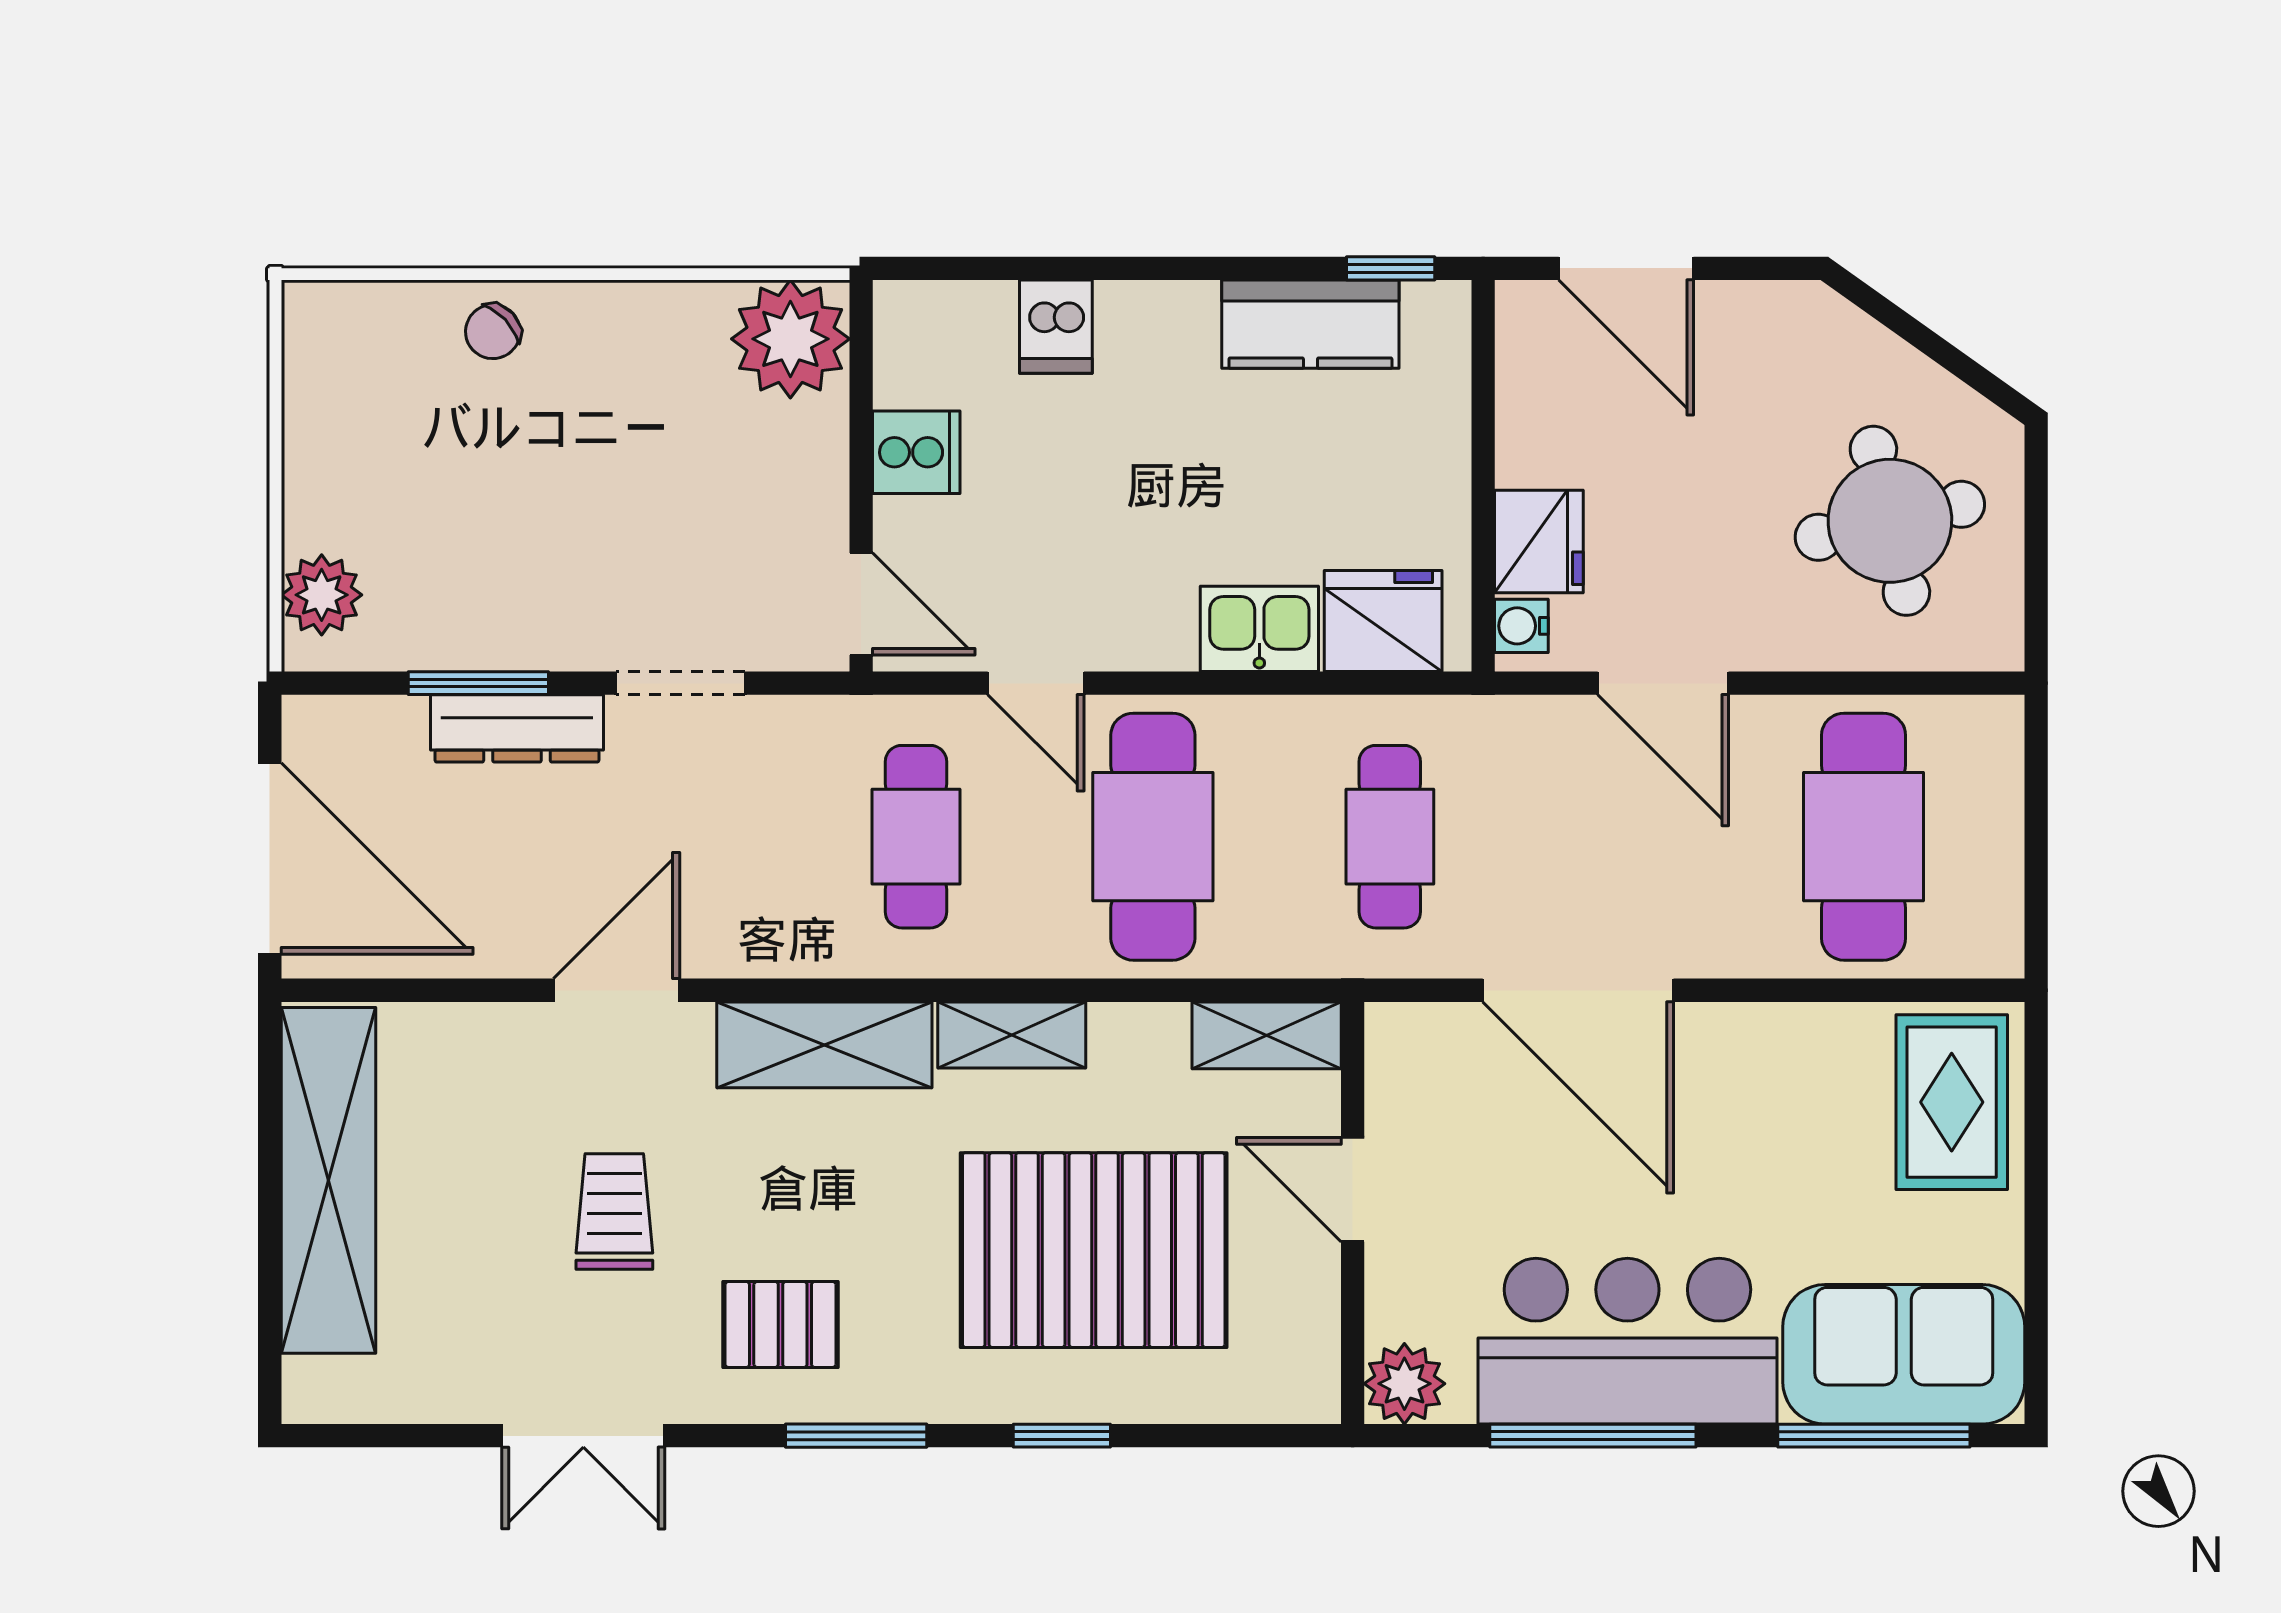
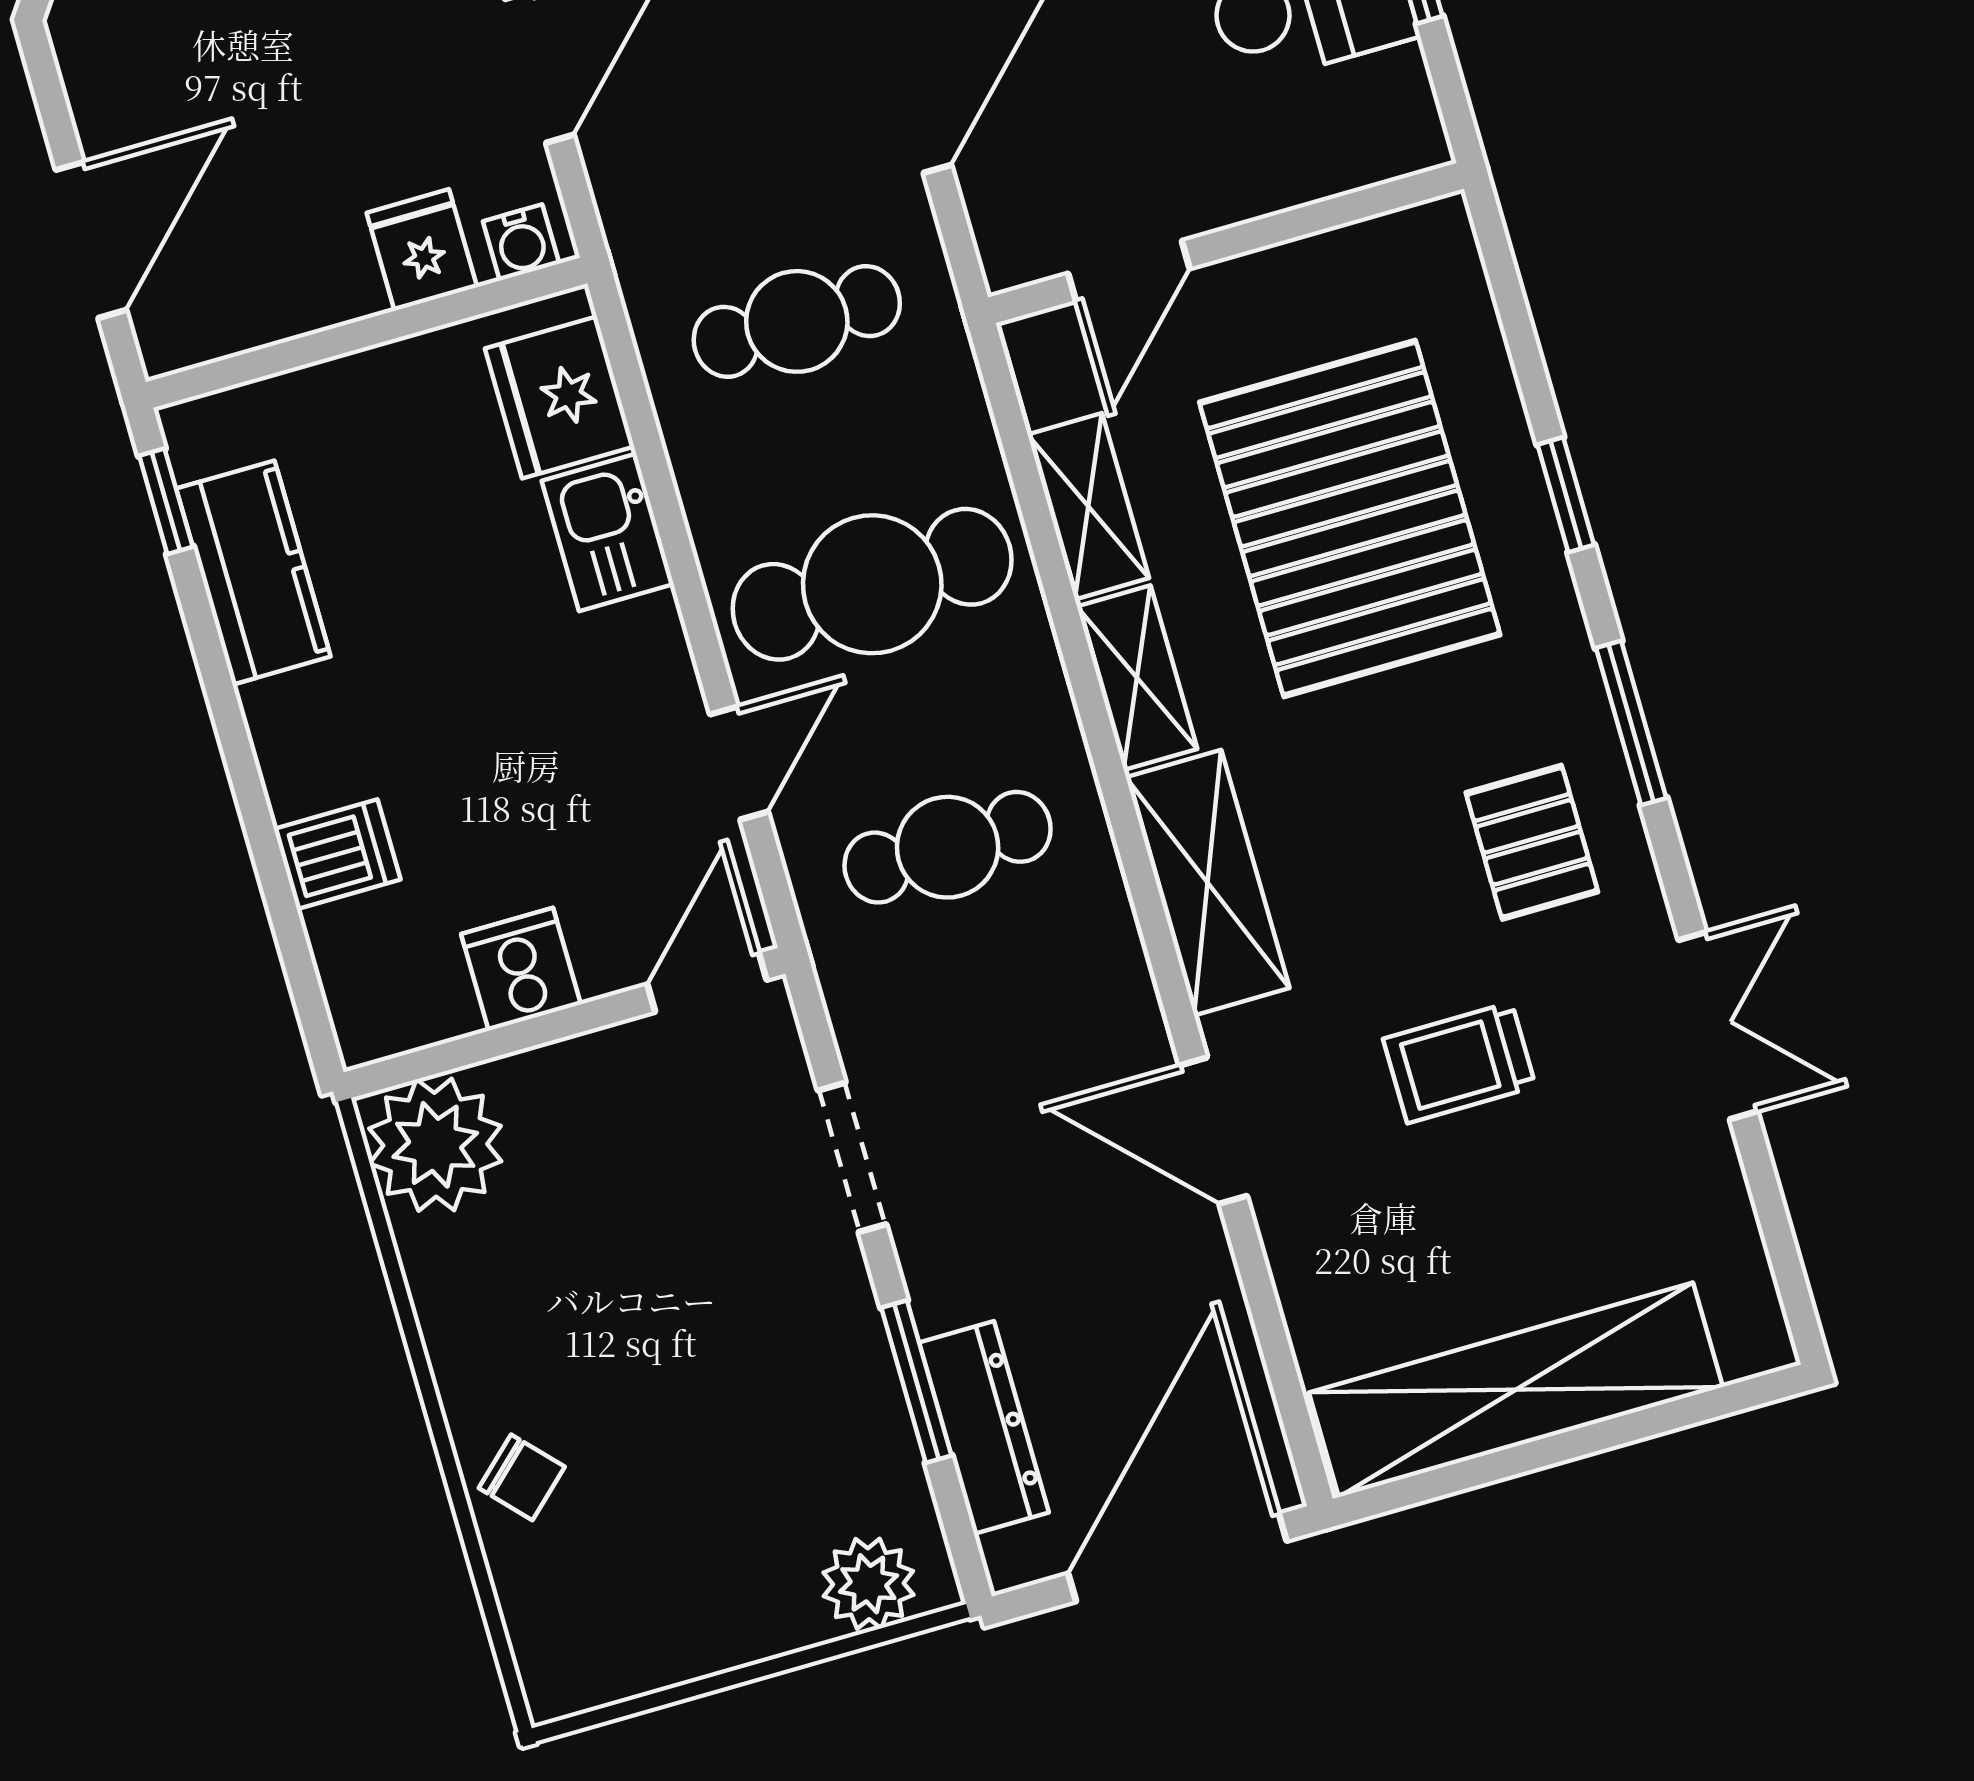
fridge: (1539, 541) -> (422, 250), width x0.72
dresser: (517, 728) -> (984, 1428), moved
shelving: (1267, 1035) -> (1088, 506), moved
door: (1353, 1190) -> (1129, 271), moved
plant: (1404, 1384) -> (1399, 131), removed

